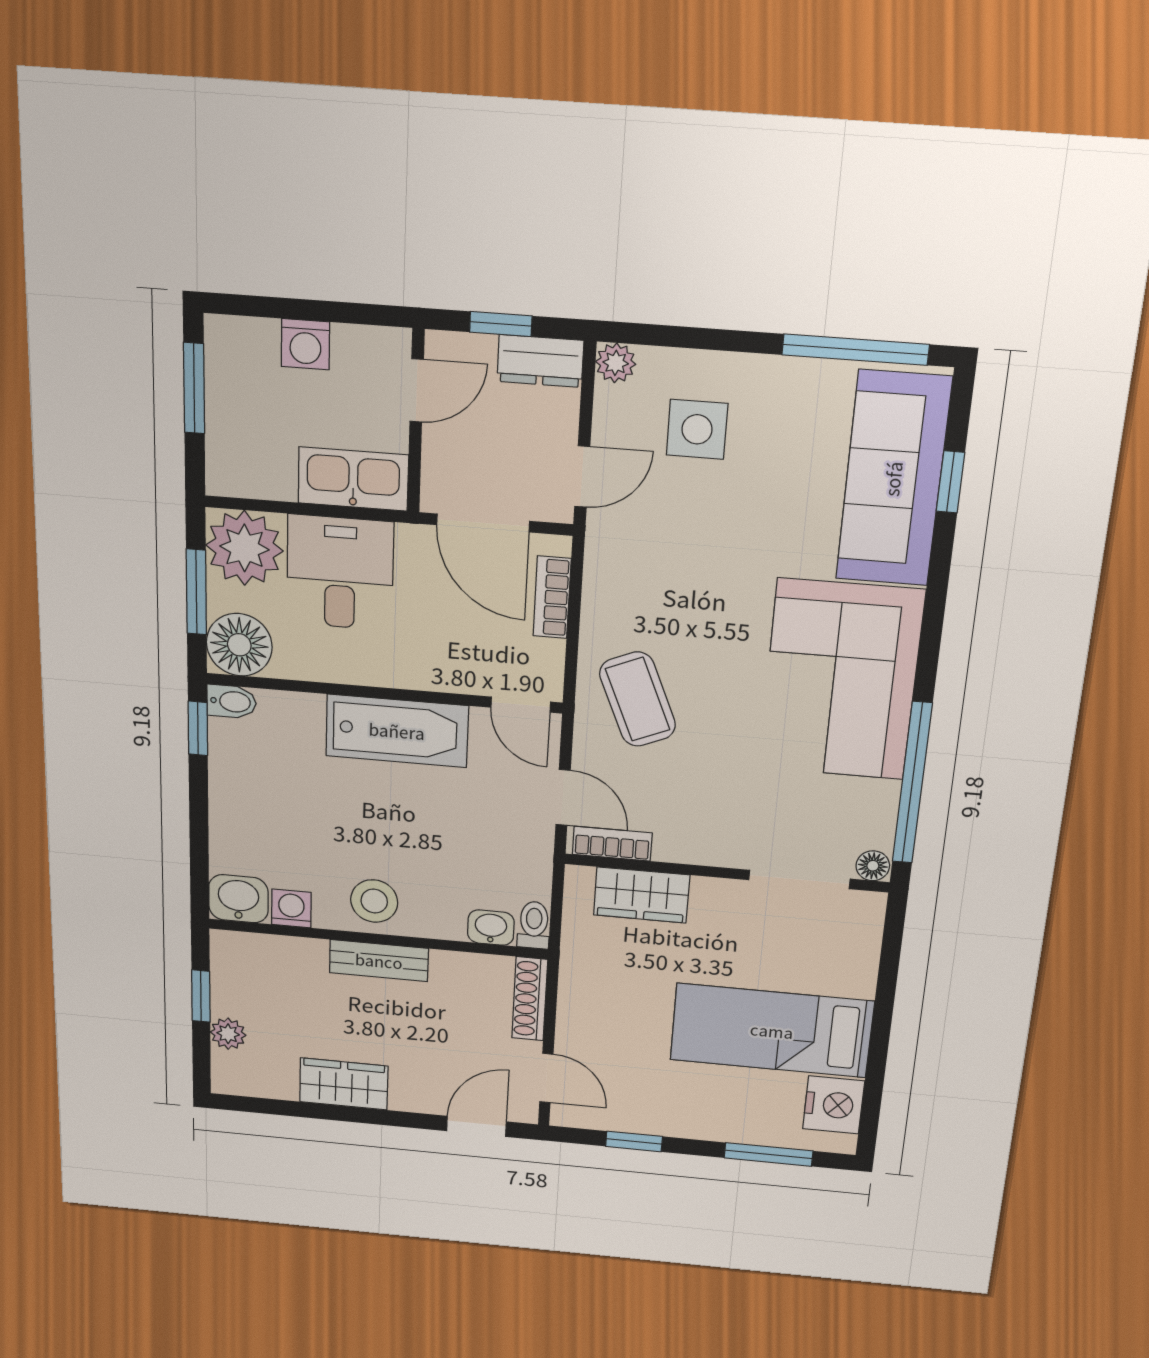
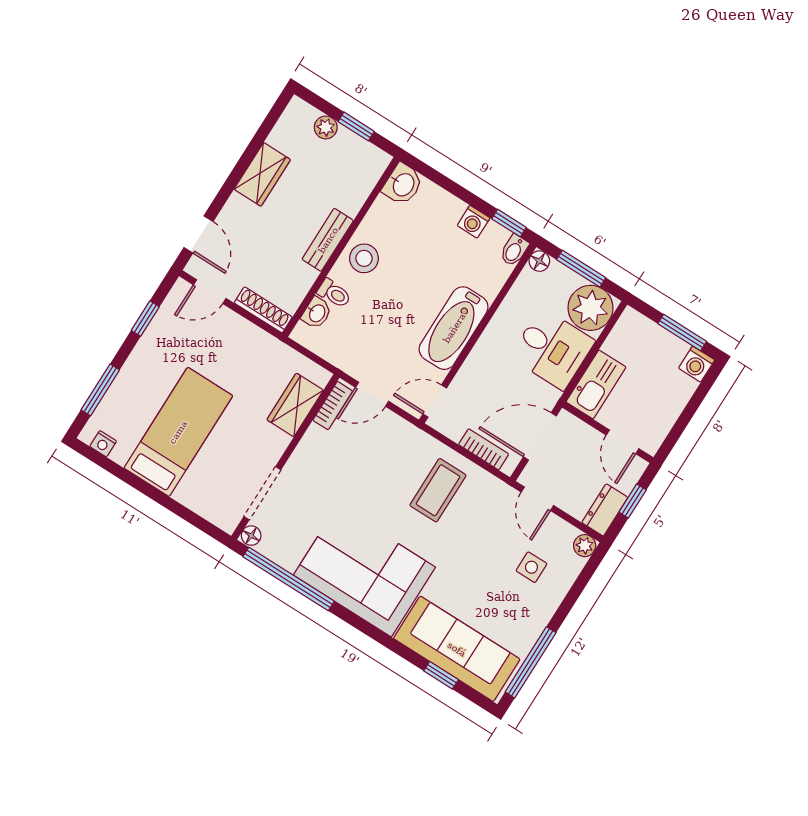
washing machine: (305, 344) -> (697, 364), moved, turned -90
side table: (697, 429) -> (531, 567), width x0.73, depth x0.73
floor lamp: (239, 645) -> (539, 261), width x0.53, depth x0.53
coffee table: (638, 699) -> (438, 490), moved, turned -67
washing machine: (291, 908) -> (474, 222), moved, turned 90
toilet: (534, 925) -> (334, 293), moved
nightstand: (834, 1105) -> (103, 444), width x0.53, depth x0.56

